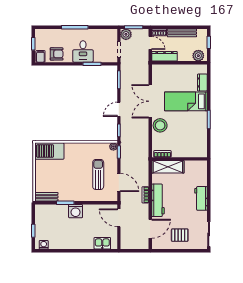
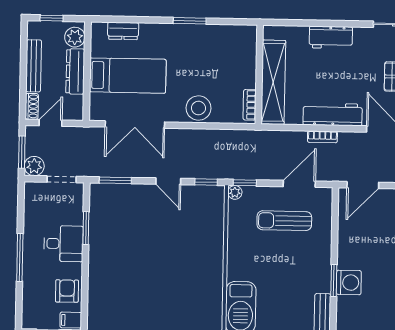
dresser: (164, 56) -> (75, 71), moved
double door: (150, 101) -> (135, 125), moved
bed: (186, 101) -> (128, 76), moved, turned -90
shelving: (168, 167) -> (273, 82), width x1.47
washing machine: (76, 211) -> (349, 282), moved

